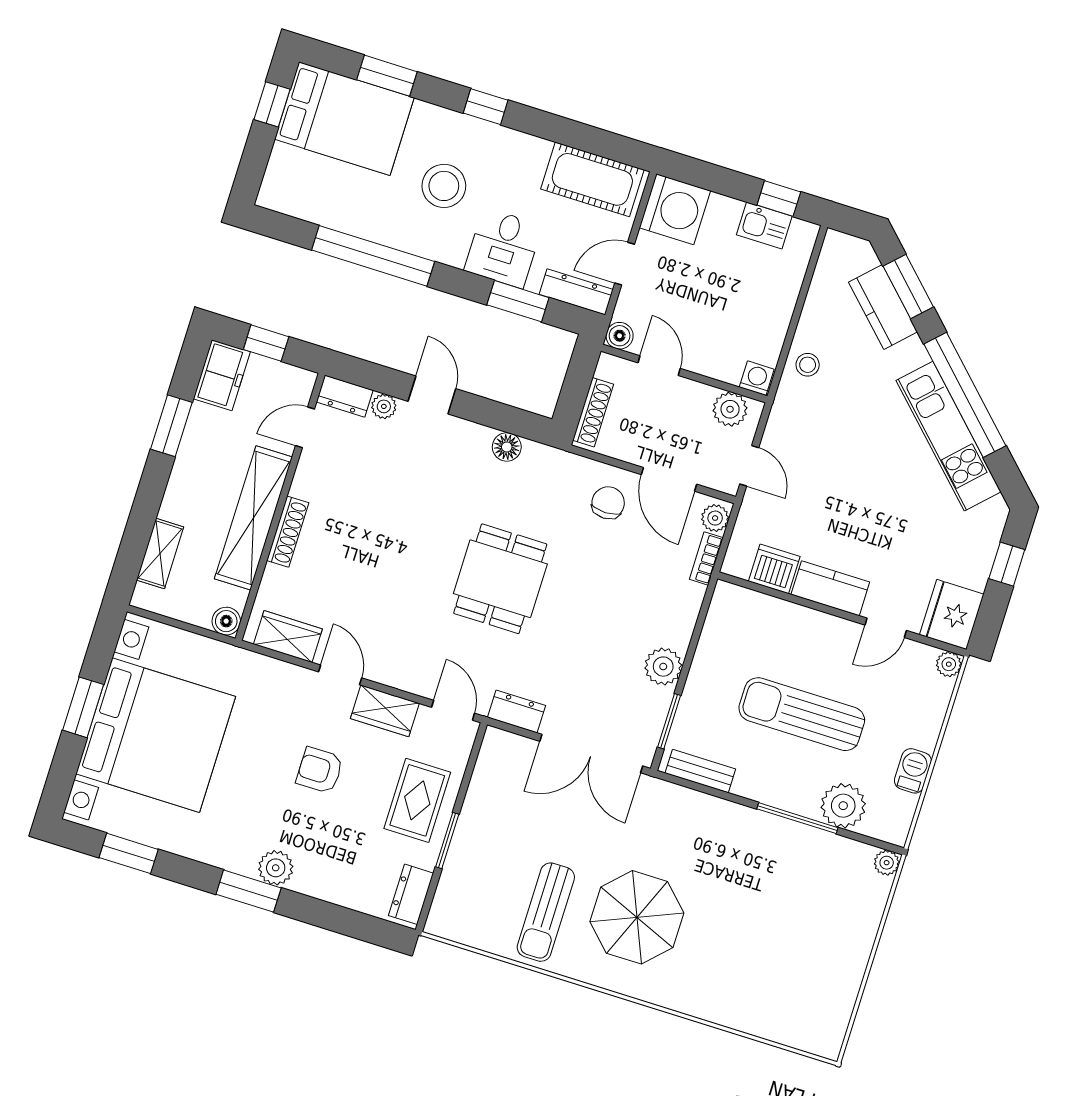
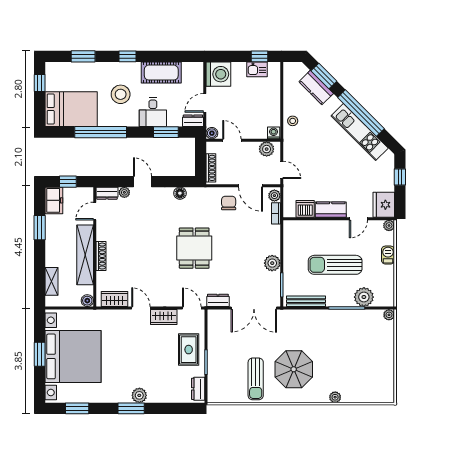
bed: (344, 119) -> (71, 109), moved
cot: (592, 179) -> (161, 73), moved
dresser: (576, 292) -> (193, 121), width x0.70
armchair: (320, 770) -> (145, 350), removed
bench: (700, 771) -> (306, 301), width x1.36
barbecue: (913, 771) -> (388, 255), moved
plant: (709, 1008) -> (335, 397), added

